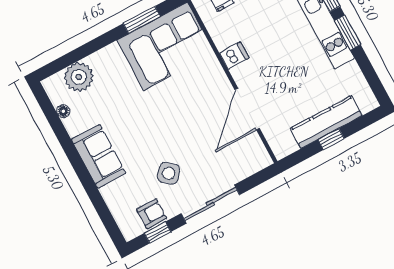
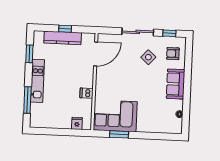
window: (348, 33) -> (29, 54), moved
plant: (79, 77) -> (163, 126), removed
door: (247, 109) -> (96, 54), moved
armchair: (151, 214) -> (173, 54), moved

